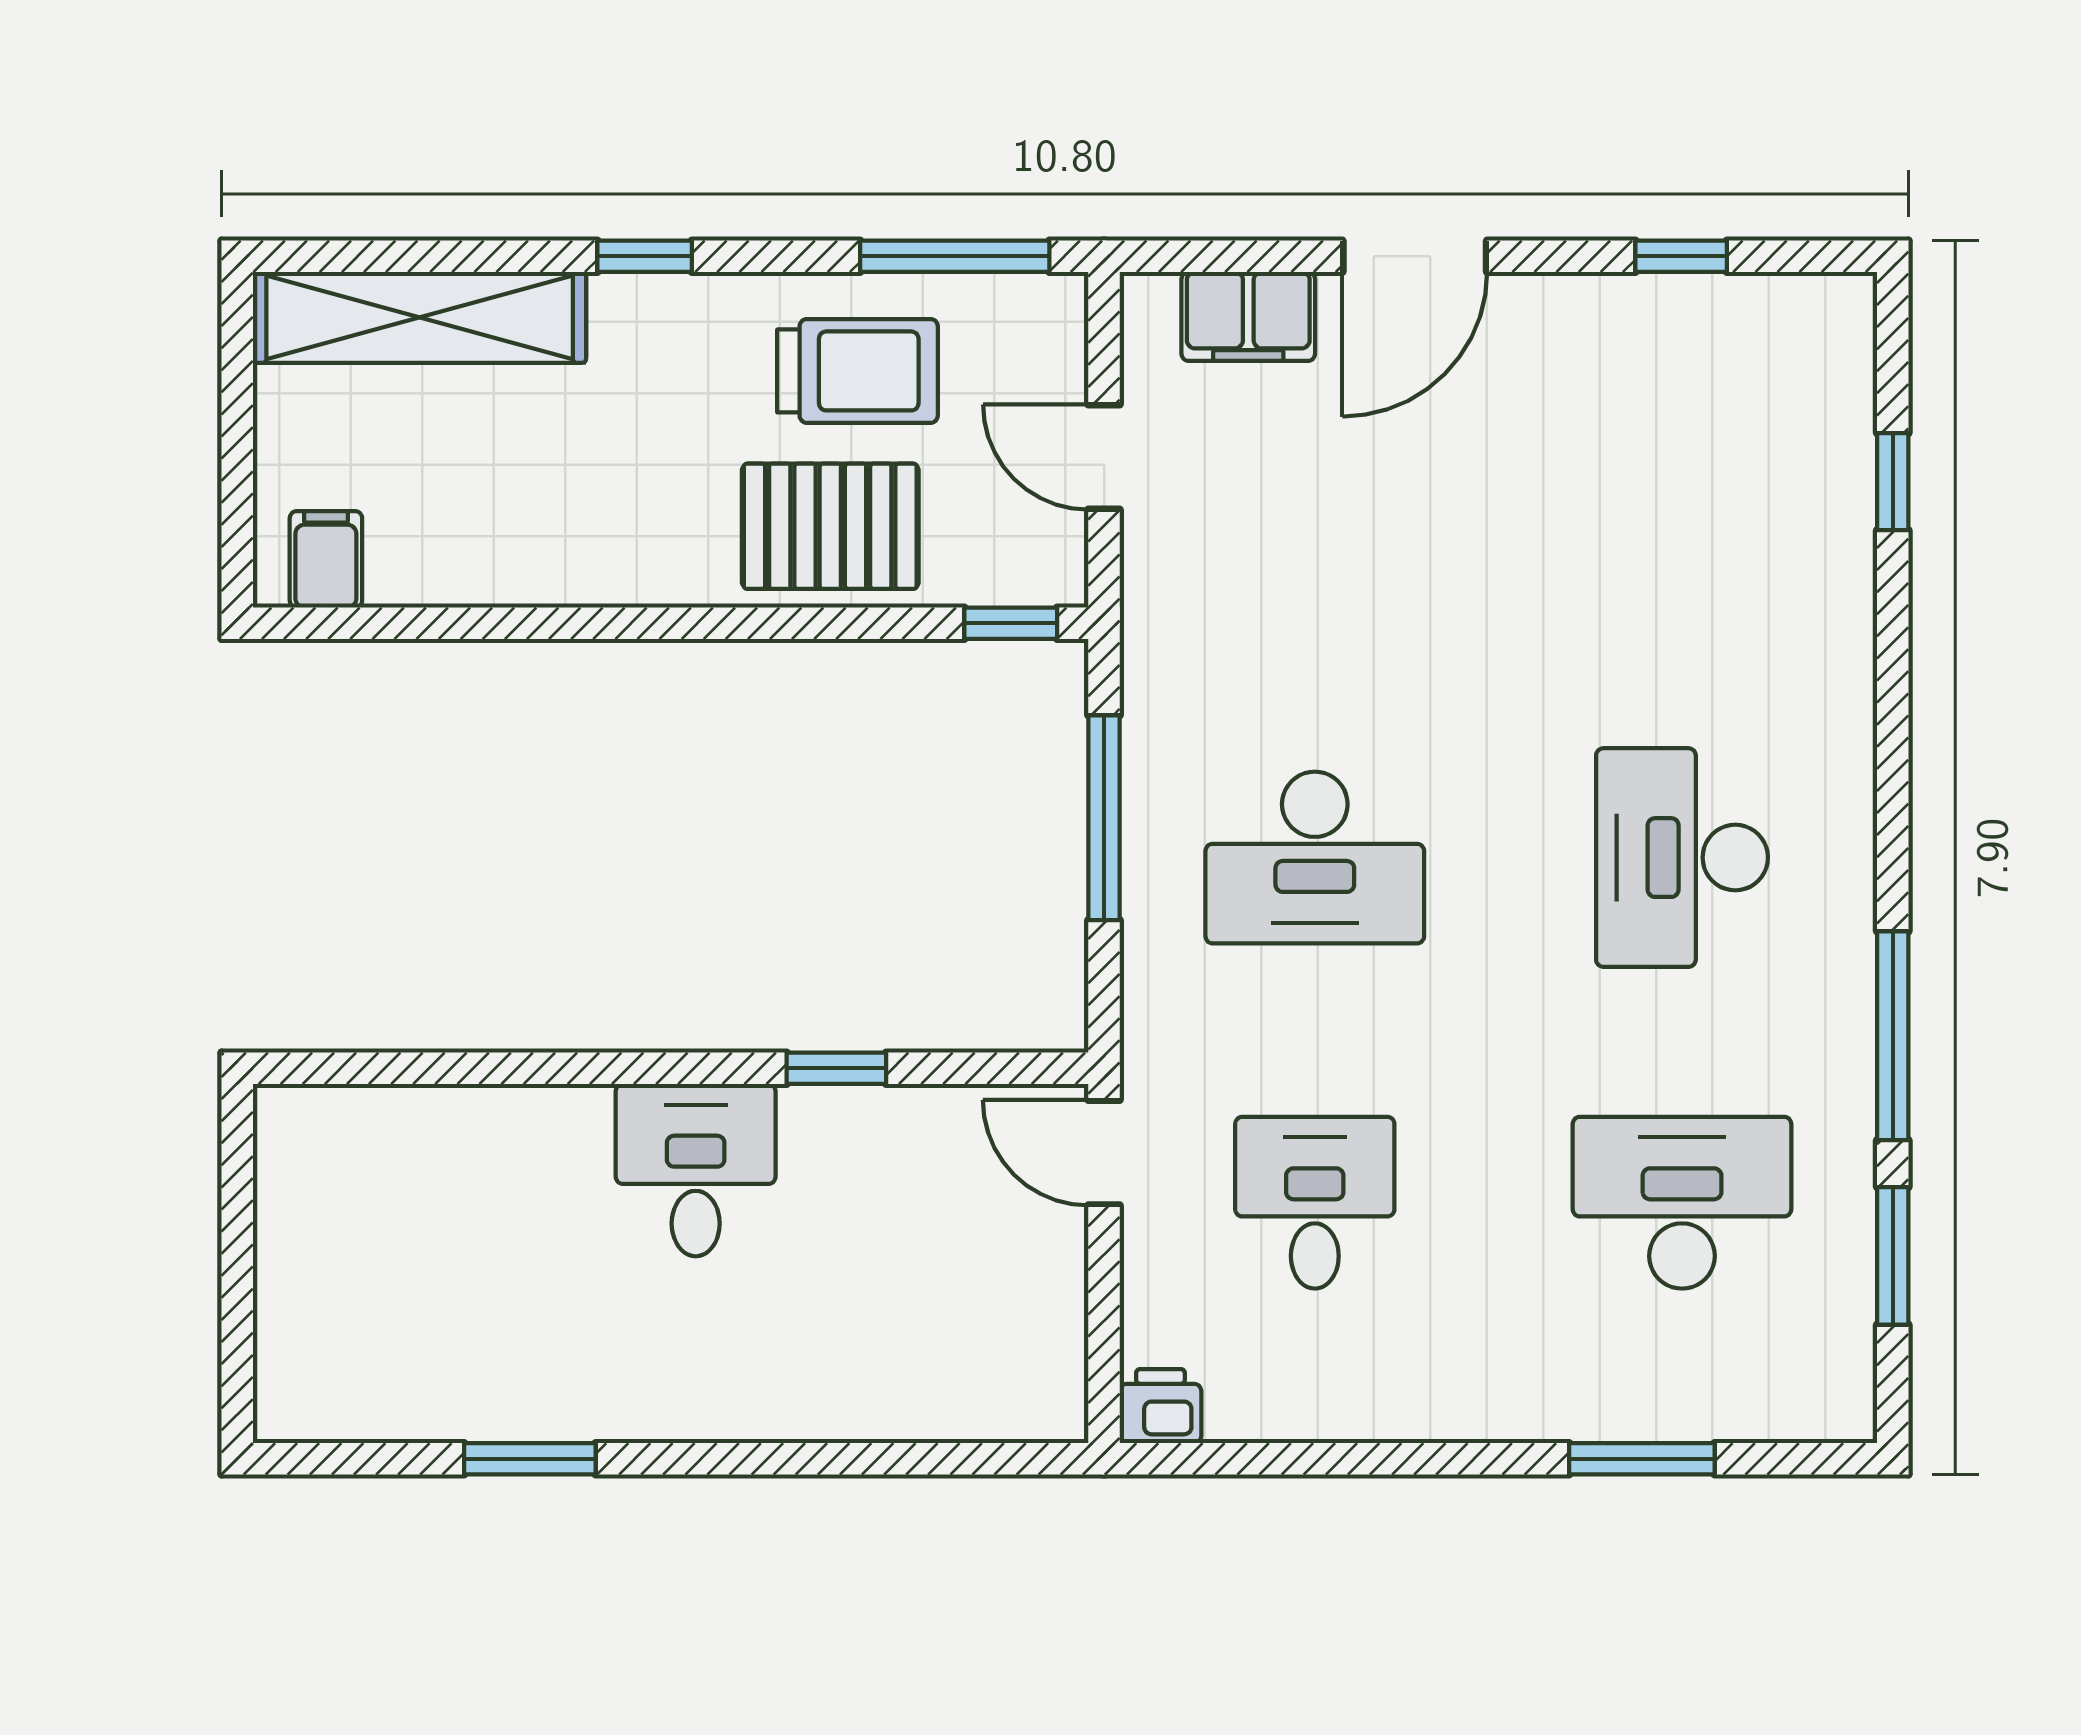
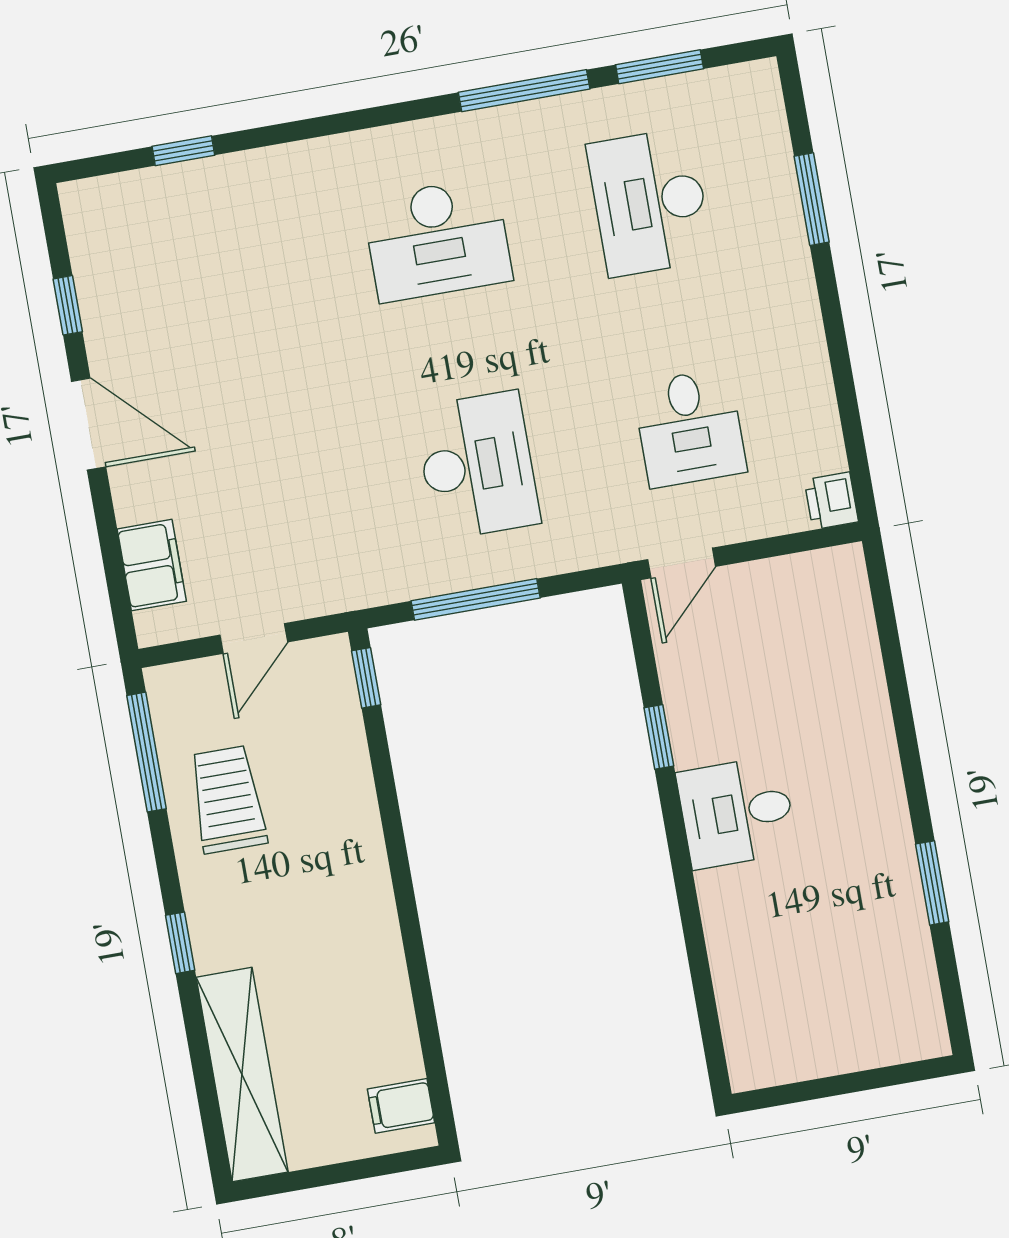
door: (1415, 256) -> (89, 424), moved
pallet: (830, 526) -> (326, 799), removed
desk: (1315, 1203) -> (690, 428), turned -90

